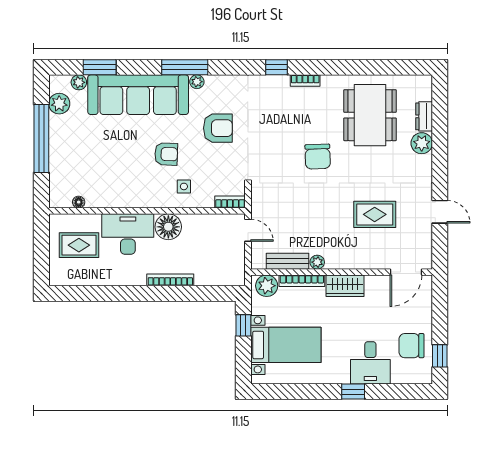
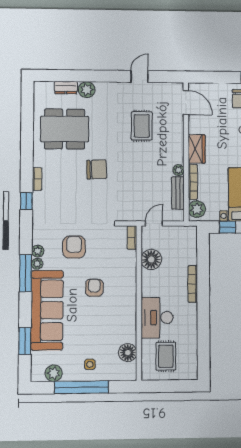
plant: (79, 82) -> (38, 251), moved
side table: (184, 186) -> (90, 364), moved
floor lamp: (79, 202) -> (128, 353), width x1.89, depth x1.89
floor lamp: (168, 227) -> (151, 259), moved

